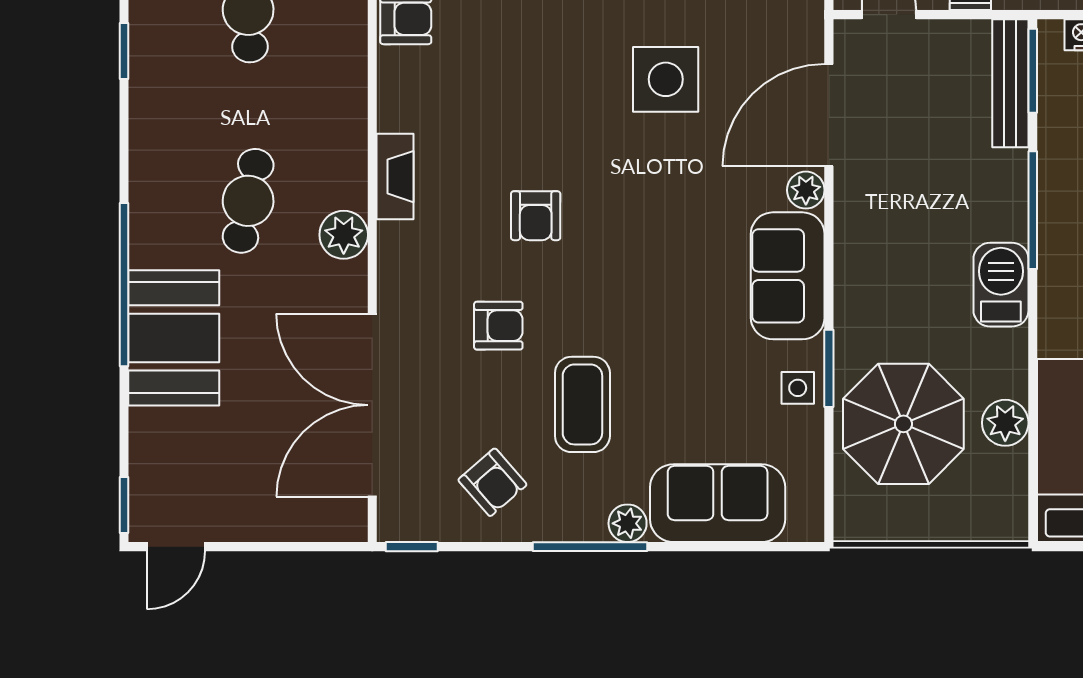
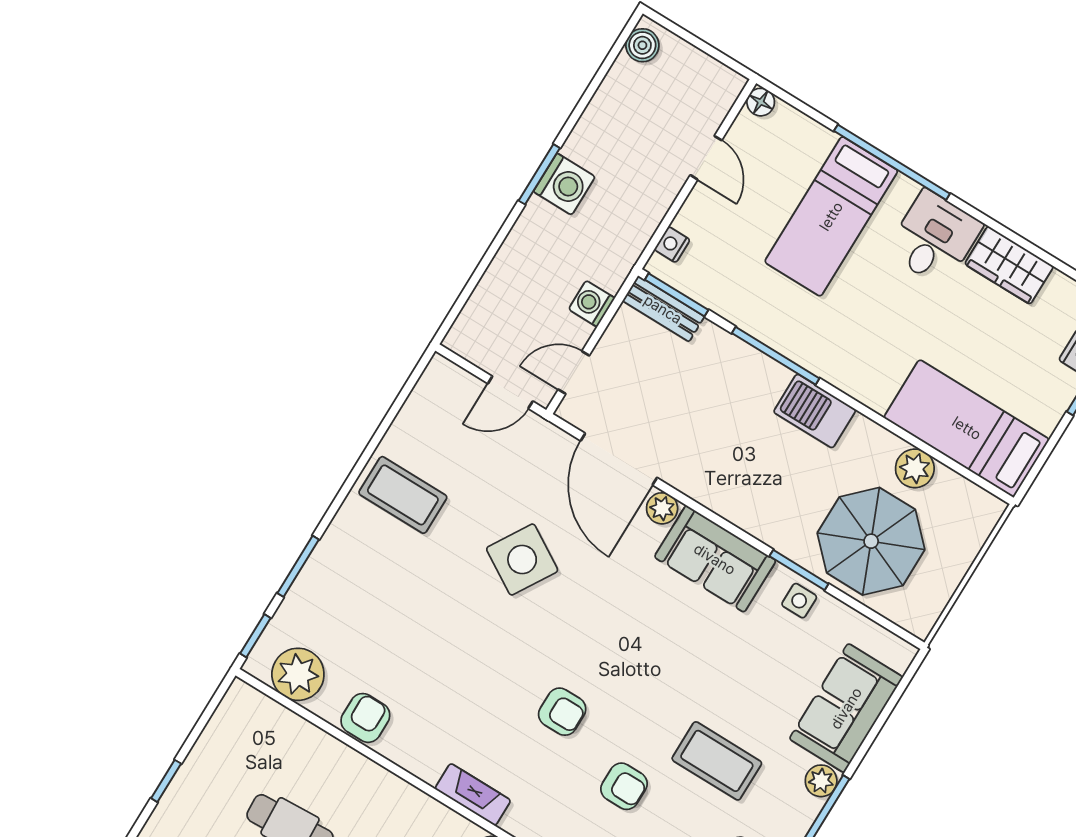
side table: (666, 79) -> (522, 560), turned 31
bench: (1010, 83) -> (663, 309), width x0.73
armchair: (498, 326) -> (624, 786), turned 90

